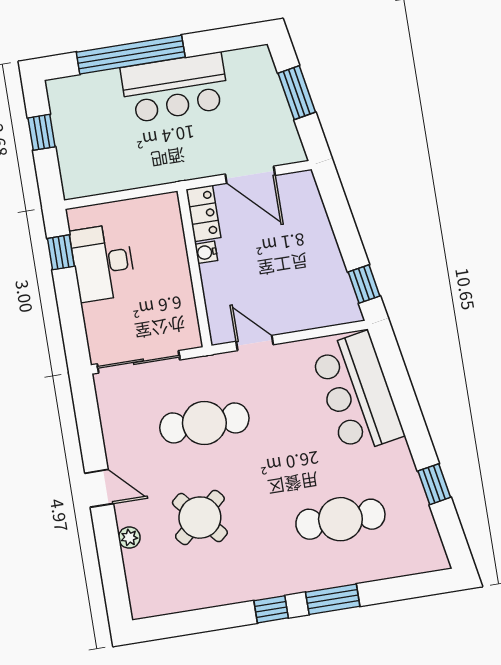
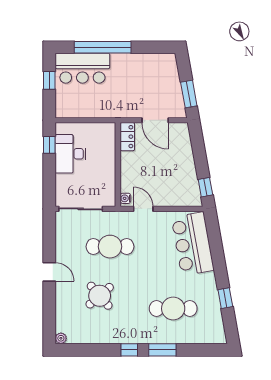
bar counter: (175, 88) -> (82, 68), moved
window: (297, 93) -> (189, 94), moved
water cooler: (206, 252) -> (125, 198), moved
plant: (129, 538) -> (61, 338), moved

